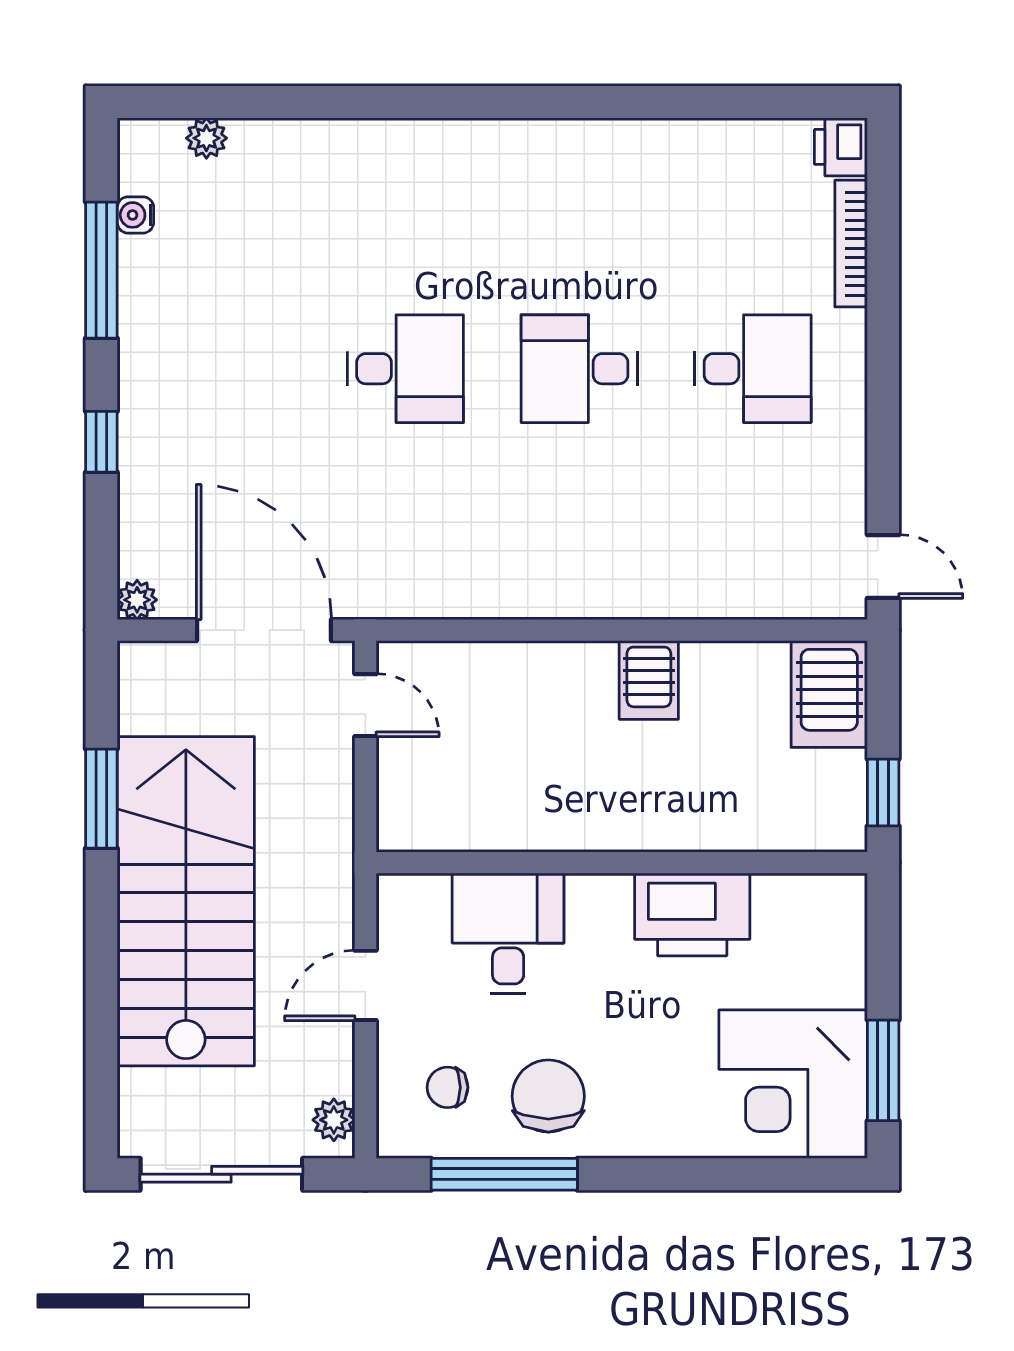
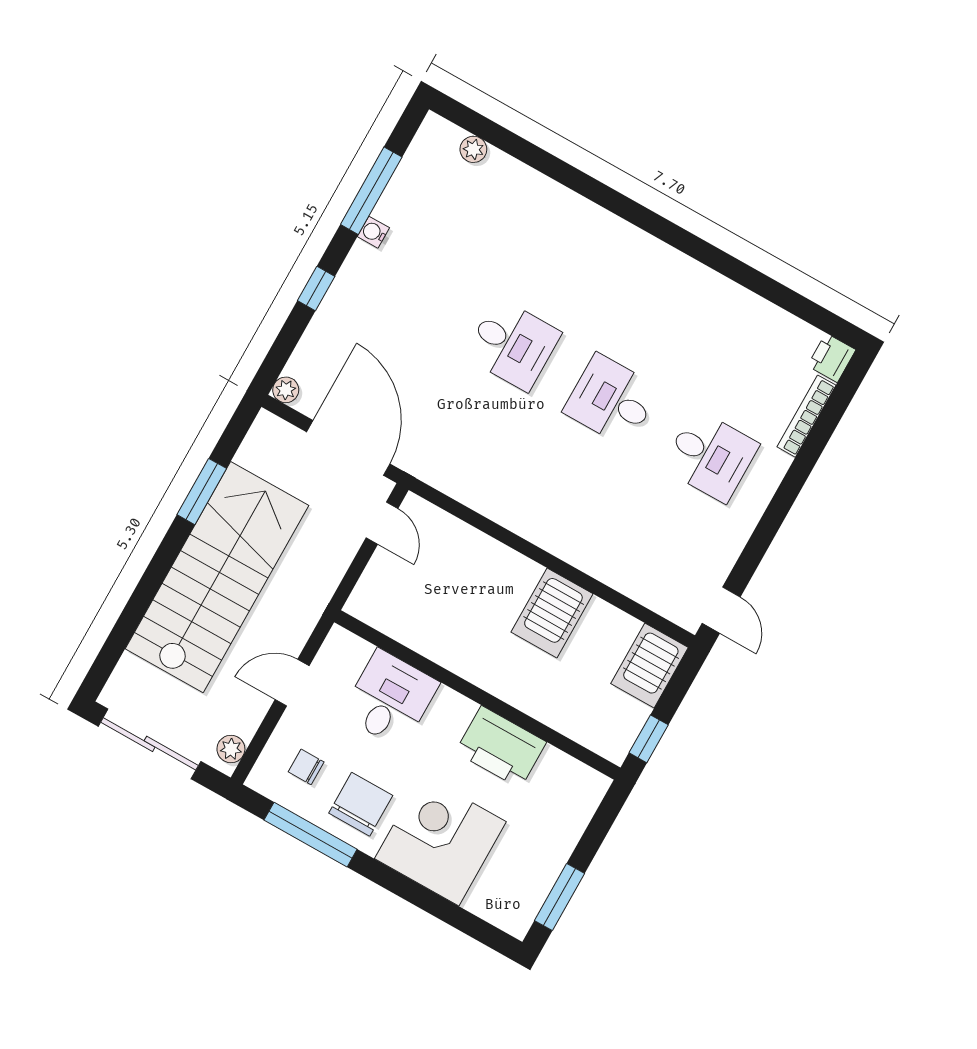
water cooler: (135, 215) -> (373, 232), moved
server rack: (649, 680) -> (552, 613), width x1.36, depth x1.44
corner desk: (793, 1084) -> (440, 840), moved, turned 90

